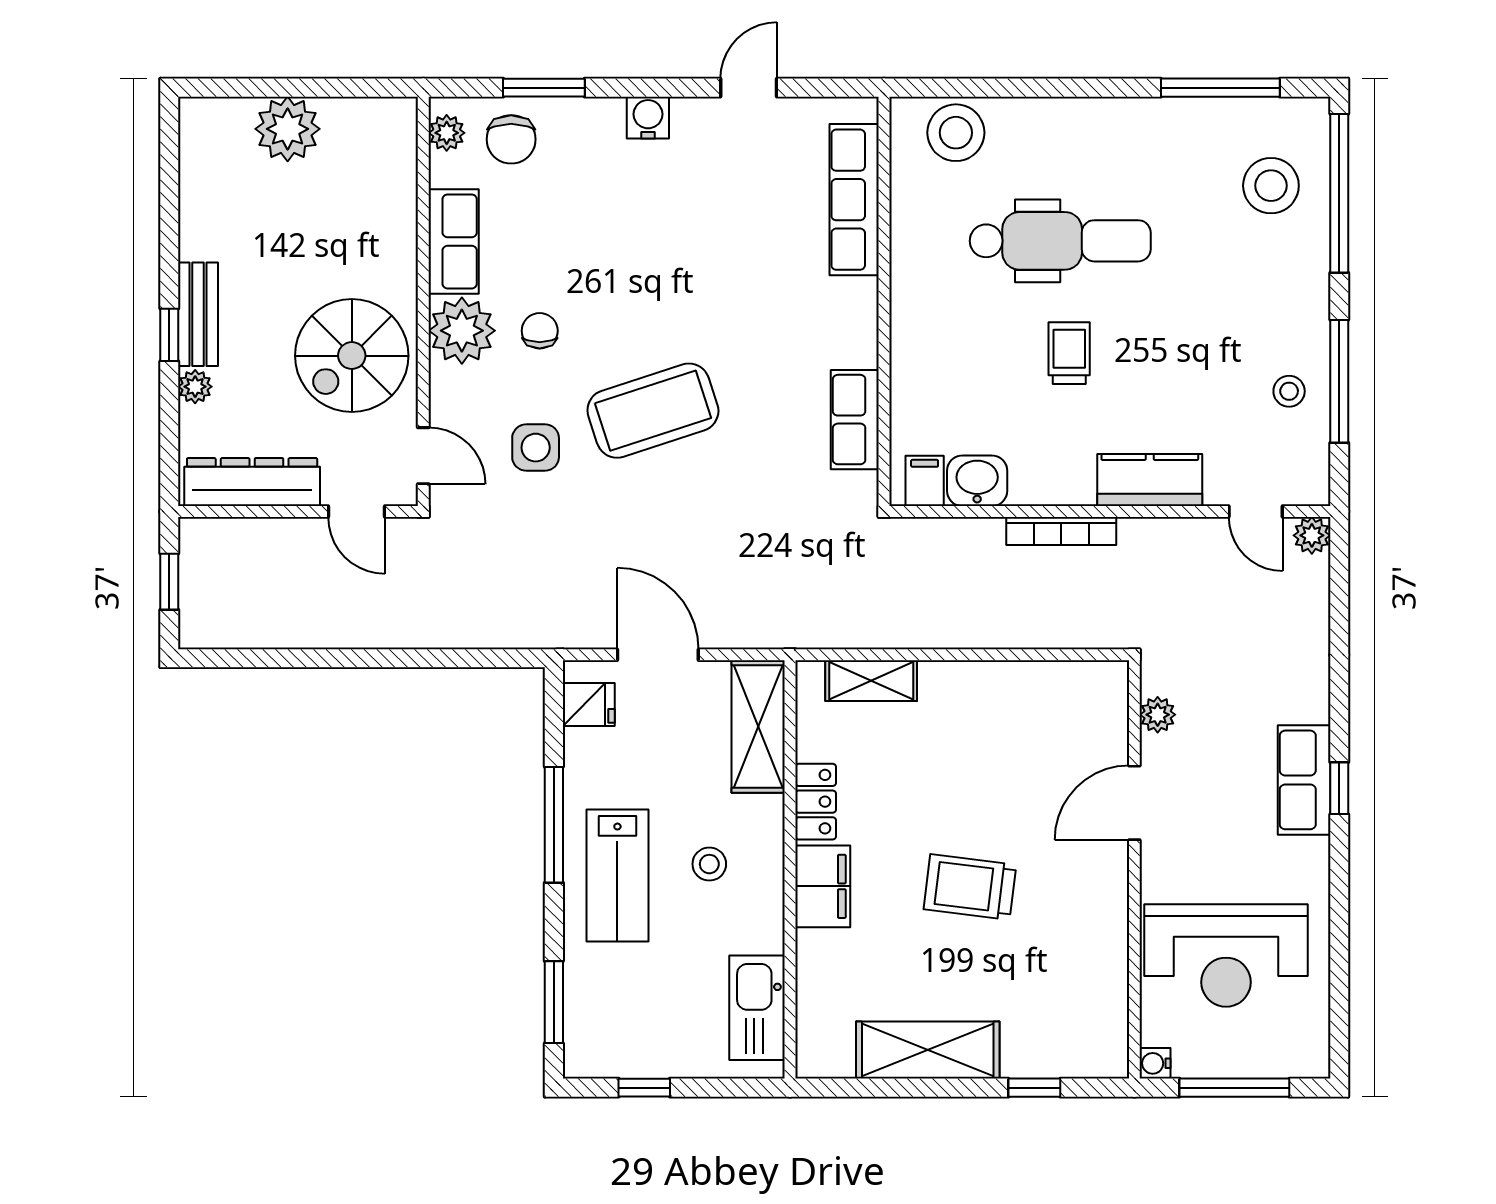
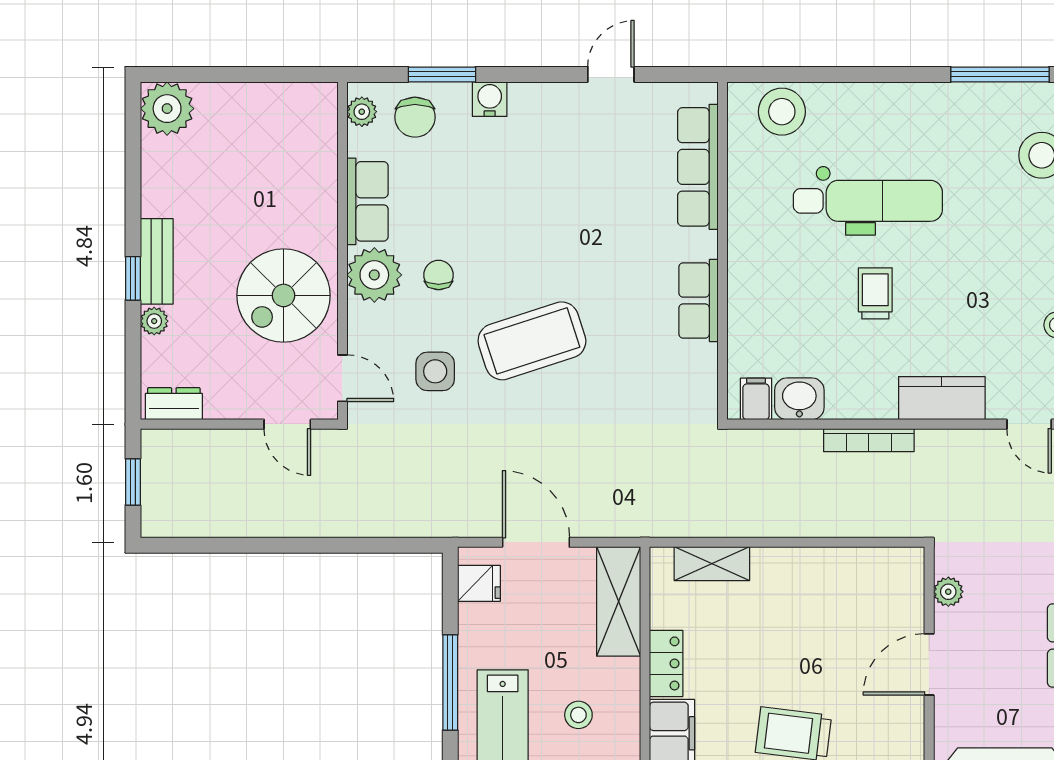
water cooler: (648, 118) -> (490, 99), moved
plant: (288, 129) -> (167, 109), moved
row of seats: (855, 420) -> (698, 301), moved
dresser: (252, 482) -> (174, 404), width x0.51, depth x0.80

